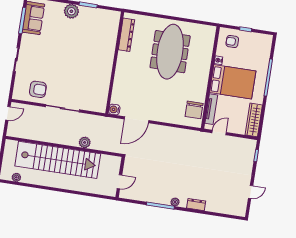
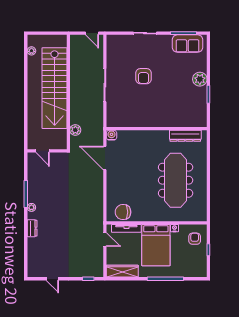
meeting table: (170, 52) -> (176, 180), turned 90
armchair: (38, 89) -> (144, 76), moved
plant: (85, 142) -> (75, 130), moved

